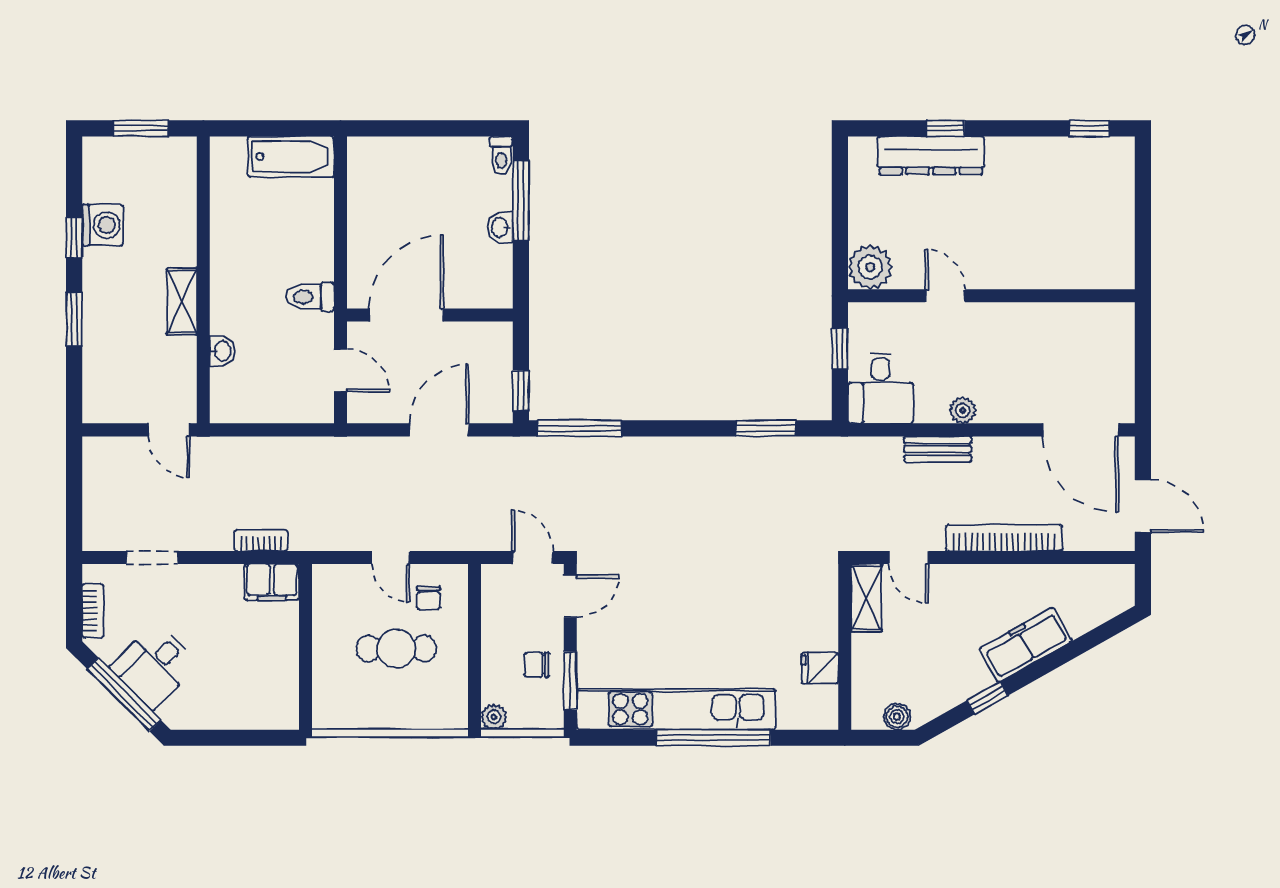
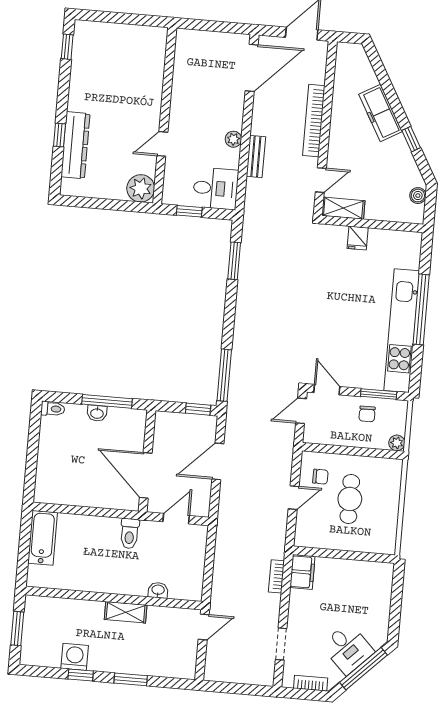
window: (521, 200) -> (107, 401), moved
door: (439, 430) -> (218, 461), hinge flipped
fridge: (820, 668) -> (358, 238), moved

